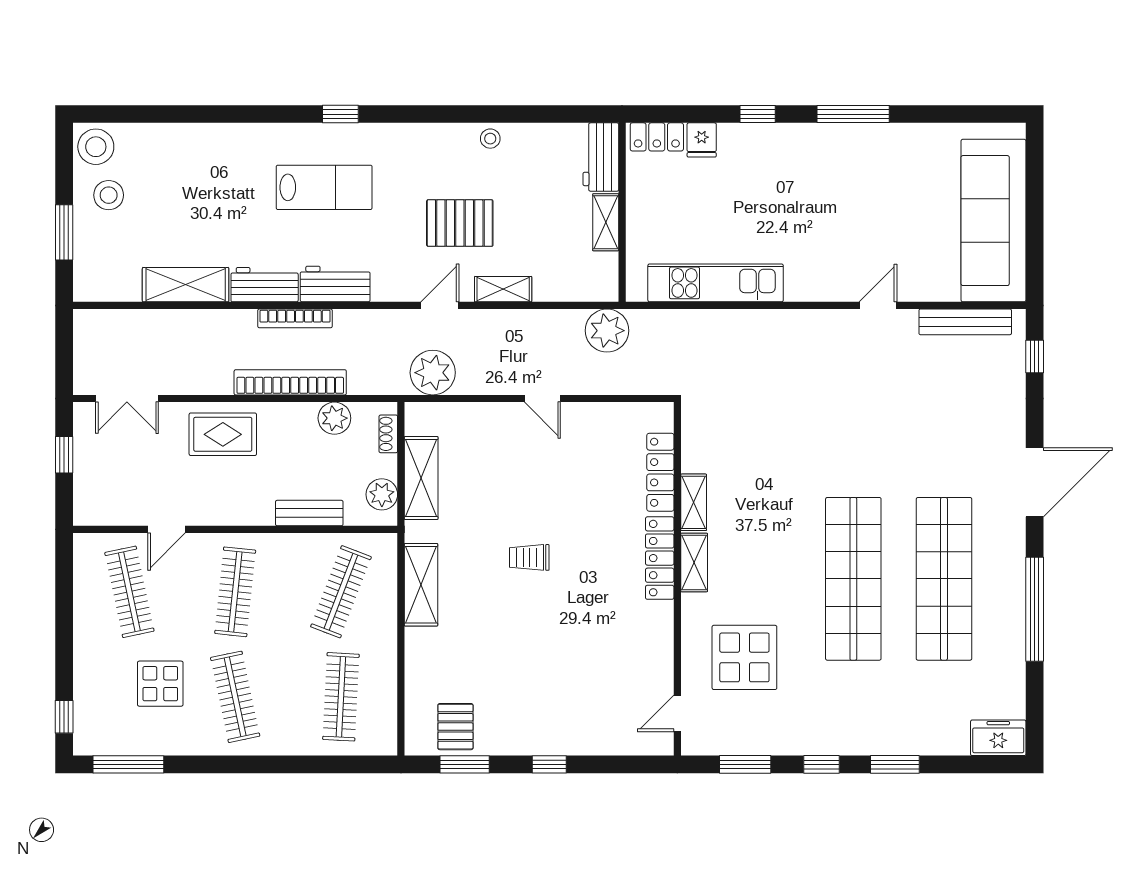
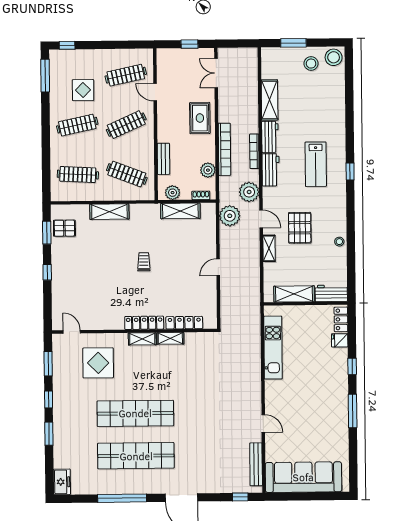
shelving: (606, 222) -> (294, 294), width x1.50, depth x1.33
plant: (607, 331) -> (249, 192), moved
shelving: (421, 585) -> (109, 212), moved
clothes rail: (235, 592) -> (126, 125), turned -30

